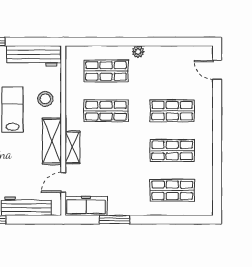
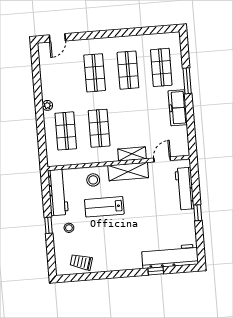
door: (63, 183) -> (162, 159), swing flipped
freezer: (86, 206) -> (178, 108), moved
window: (114, 220) -> (187, 81), moved

